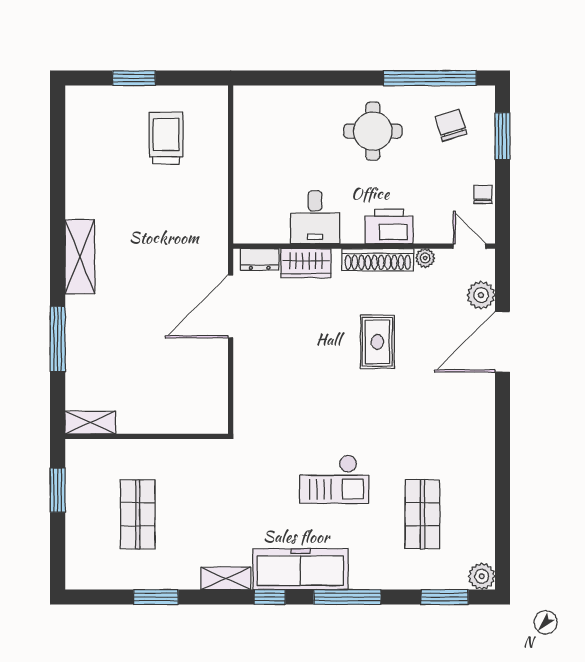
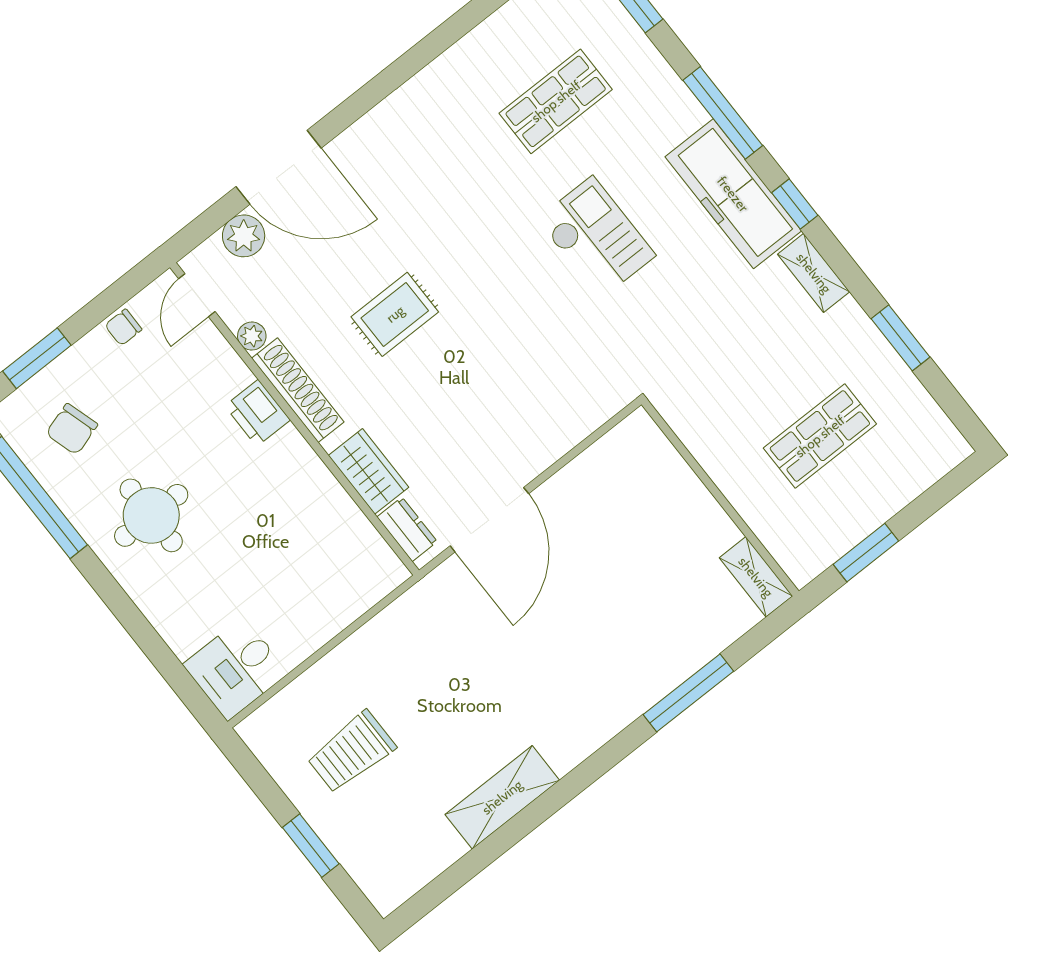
desk: (315, 217) -> (236, 669), moved, turned 180
printer: (389, 226) -> (258, 413), width x0.73, depth x0.84
shelving: (80, 257) -> (502, 797), moved
door: (231, 306) -> (489, 520), hinge flipped

